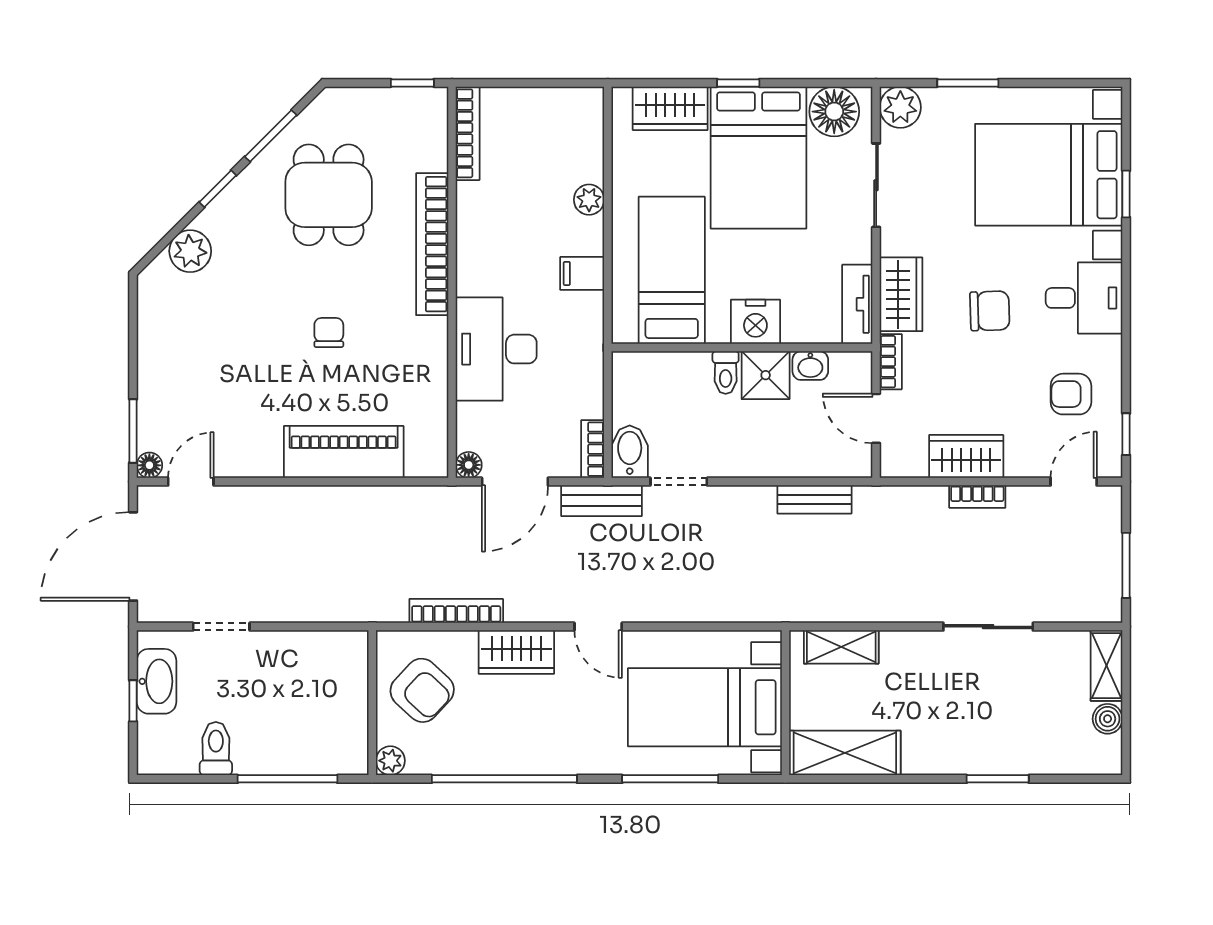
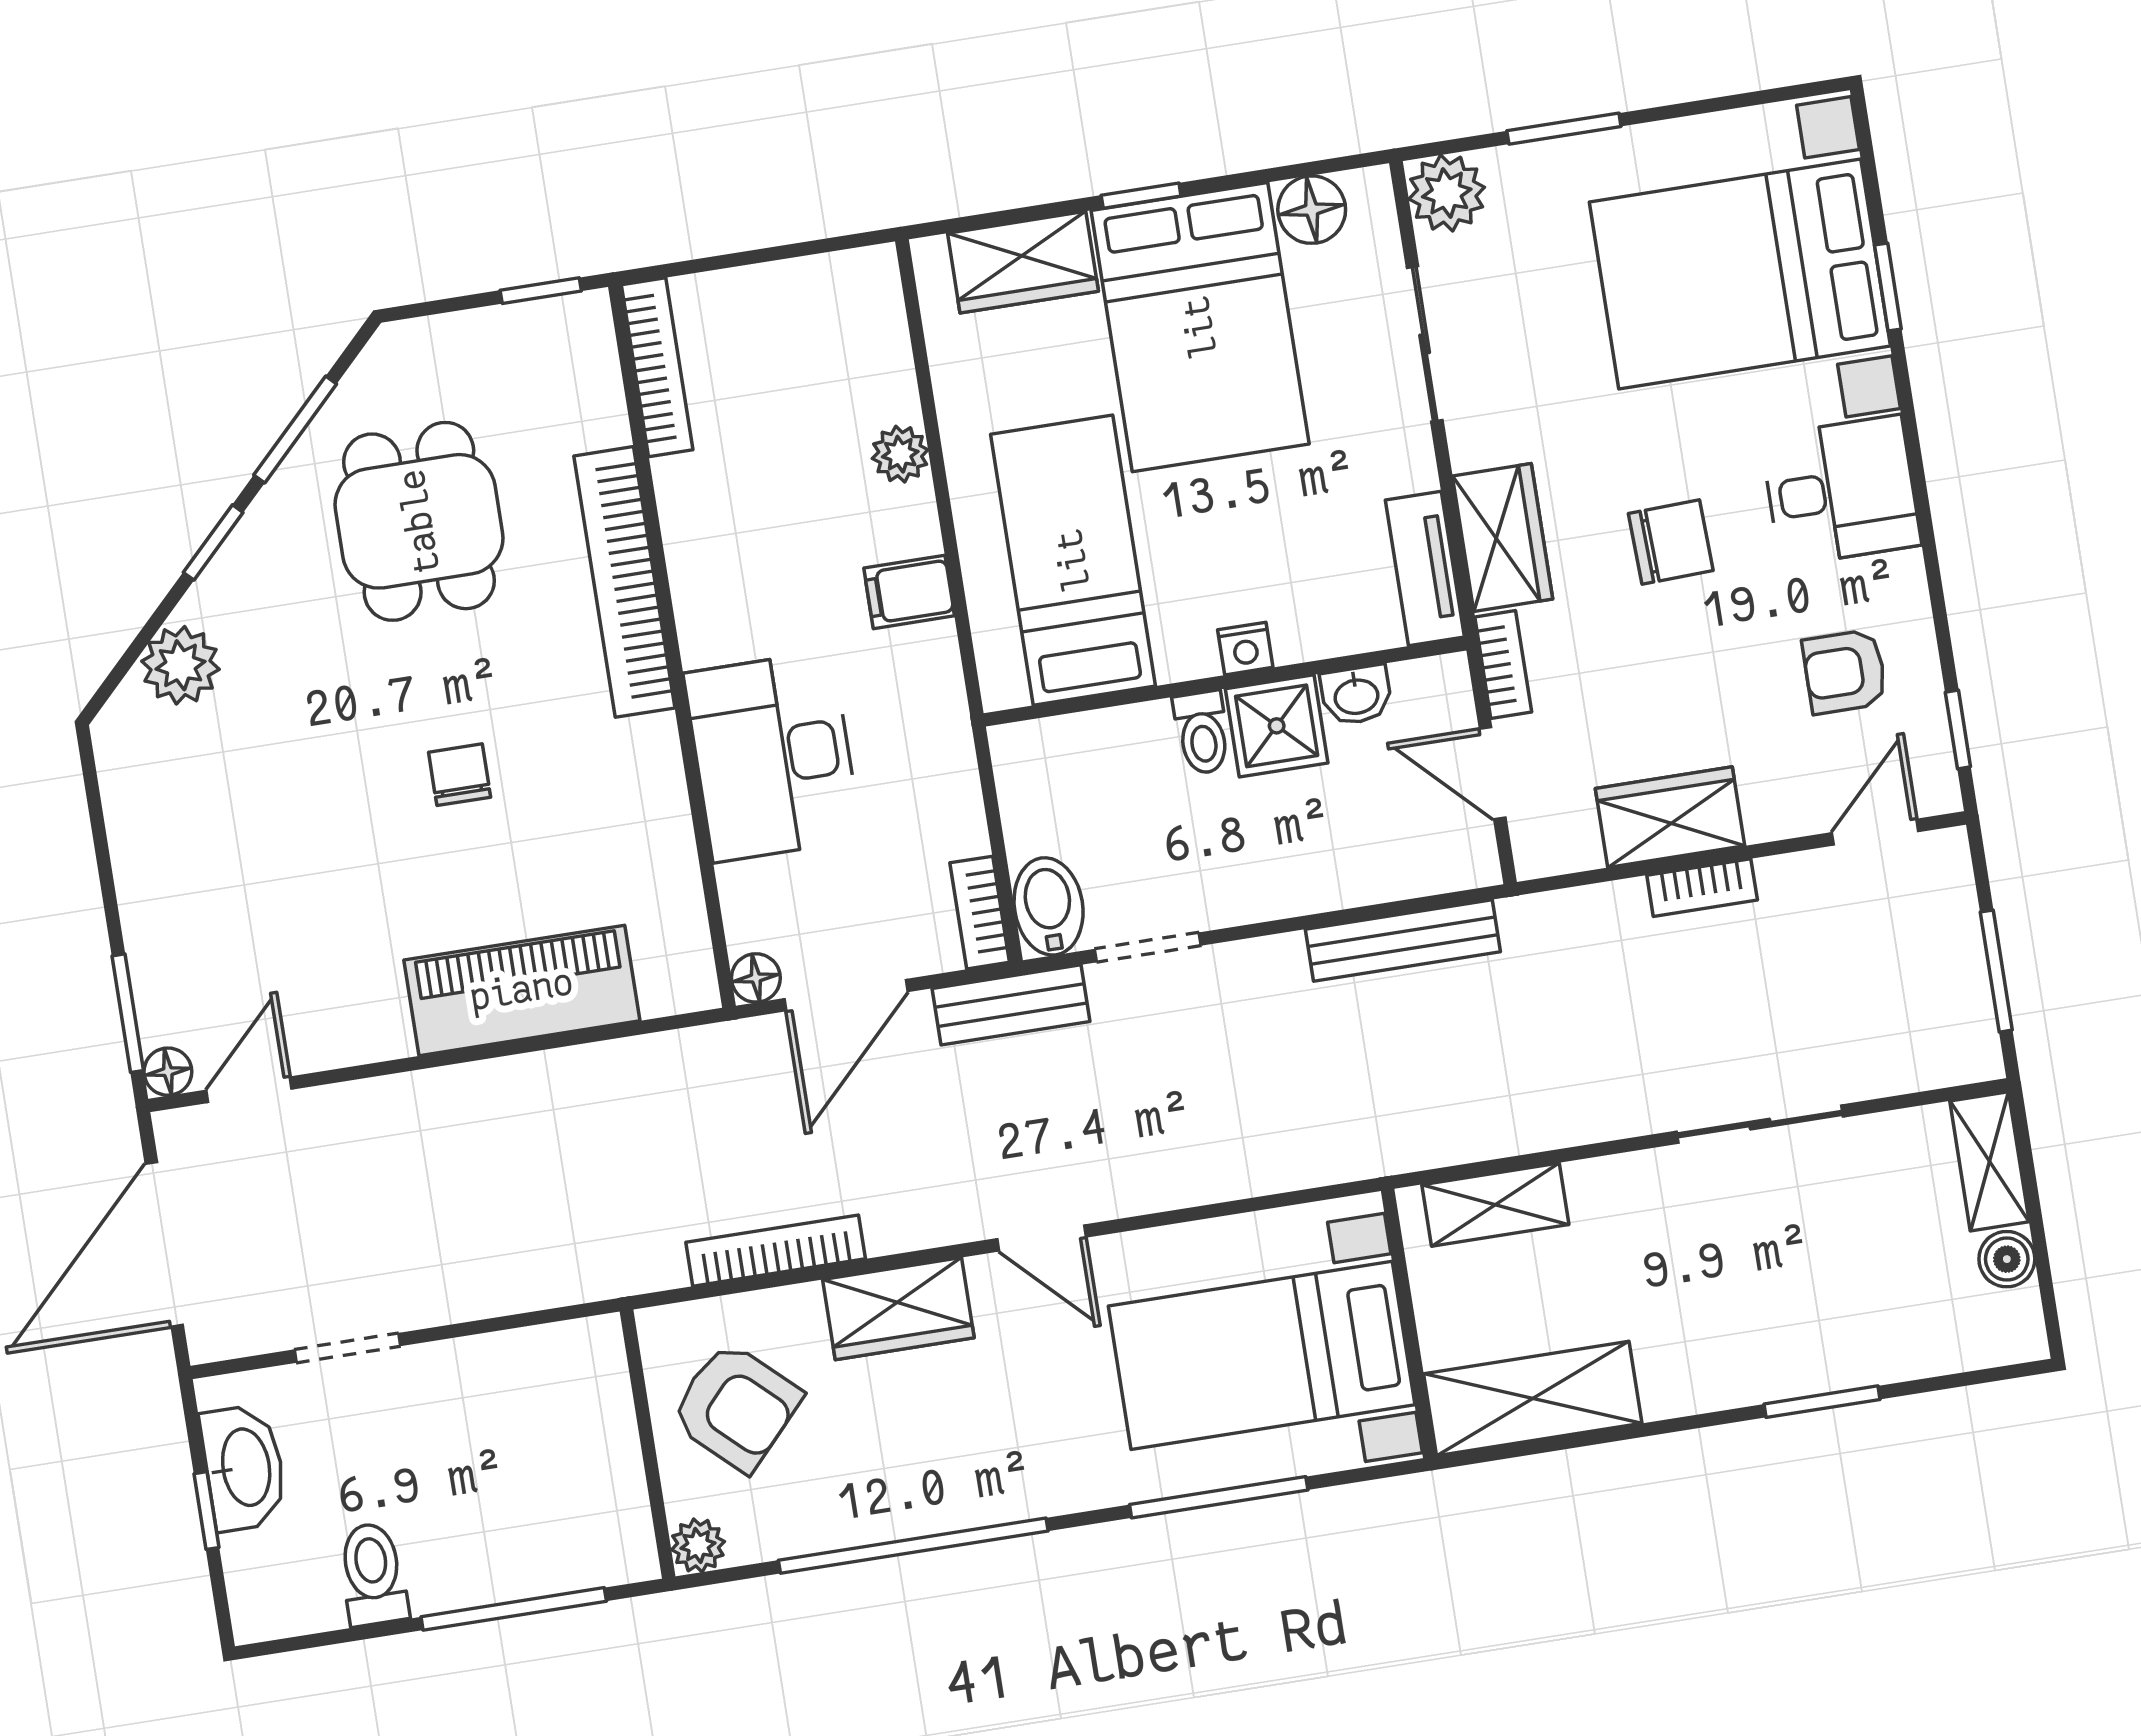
floor lamp: (834, 112) -> (1312, 210), width x0.73, depth x0.73
nightstand: (755, 322) -> (1245, 649), width x0.53, depth x0.56
bench: (814, 499) -> (1403, 941), width x1.36

